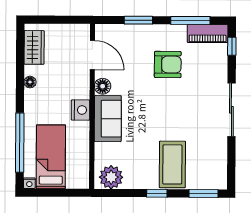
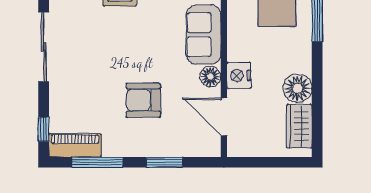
armchair: (168, 64) -> (143, 100), moved
floor lamp: (30, 82) -> (298, 88), width x1.89, depth x1.89
nightstand: (80, 110) -> (239, 75), moved

